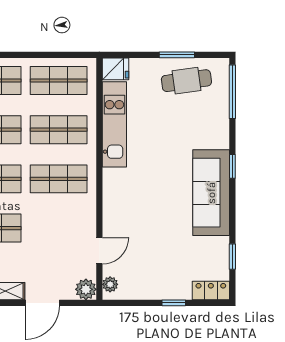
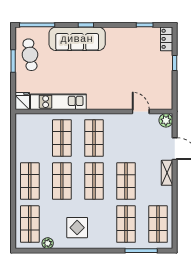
shop shelf: (59, 80) -> (30, 138), removed
sofa: (211, 193) -> (77, 39), moved
plant: (110, 284) -> (163, 104), removed

